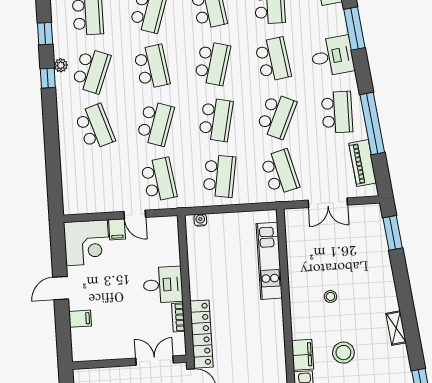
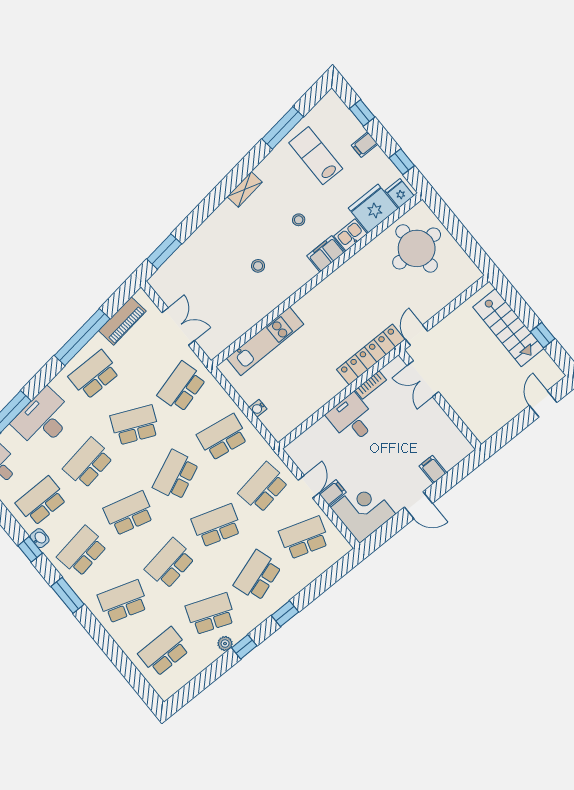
window: (45, 34) -> (285, 614), moved
desk: (332, 56) -> (43, 419), width x1.37
school desk: (216, 120) -> (176, 475), turned -36
school desk: (98, 183) -> (304, 538), added
water cooler: (200, 220) -> (258, 408), moved
stool: (343, 353) -> (299, 220), width x0.53, depth x0.53

